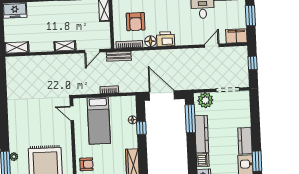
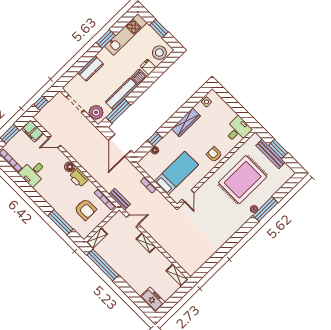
armchair: (136, 22) -> (85, 209), turned 90
floor lamp: (150, 41) -> (70, 167), moved
kitchen counter: (245, 141) -> (91, 68), moved

